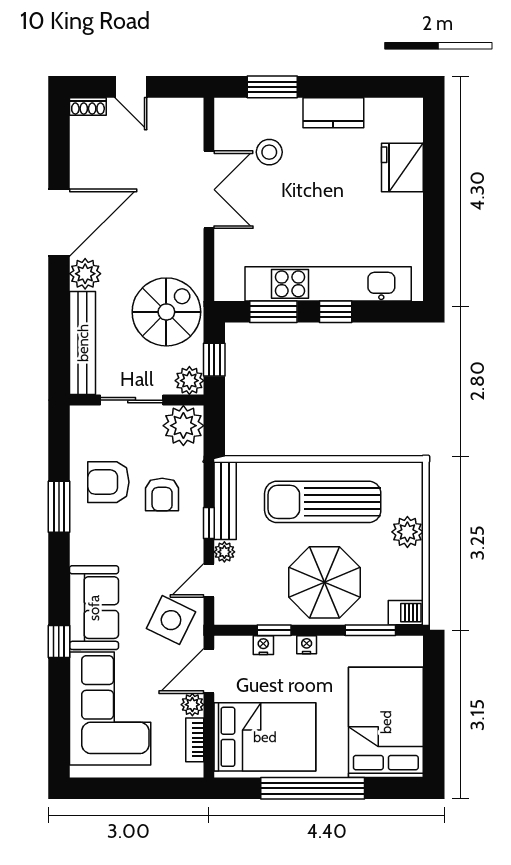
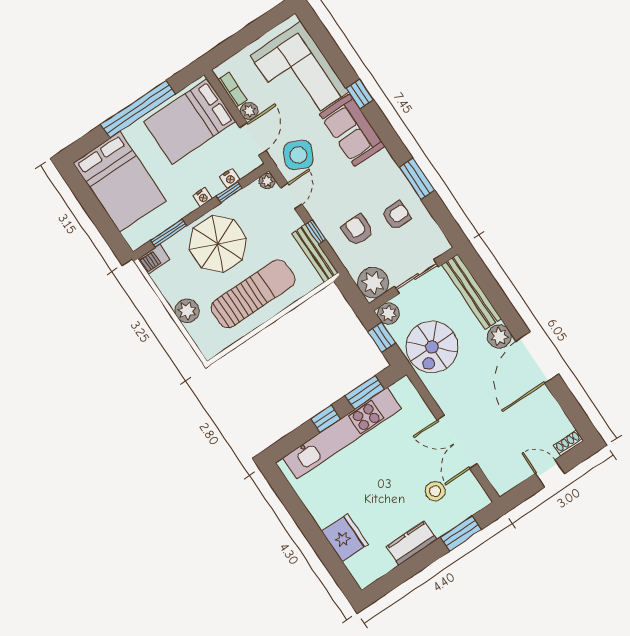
armchair: (108, 482) -> (396, 215), width x0.72, depth x0.72
plant: (224, 552) -> (267, 181), moved

